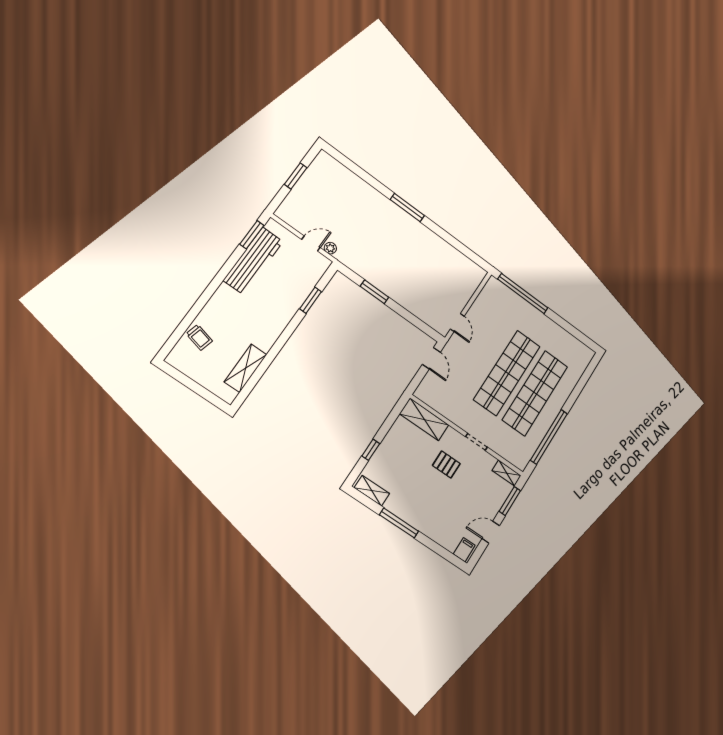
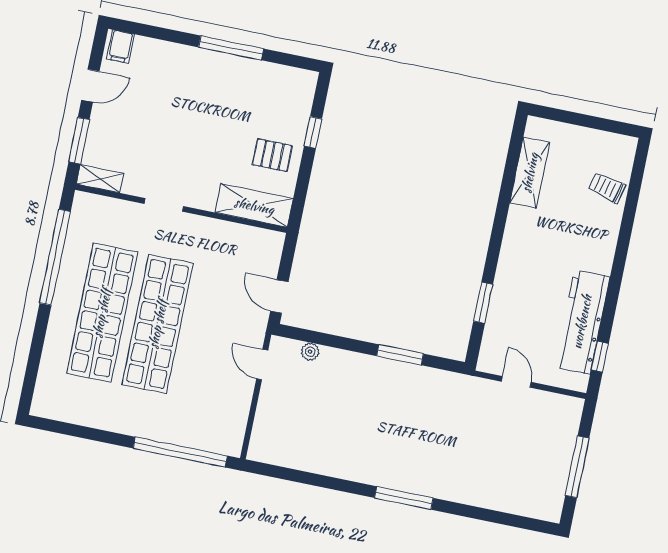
window: (296, 176) -> (577, 467), width x1.44
window: (252, 235) -> (600, 357), width x0.67
door: (311, 244) -> (516, 382), swing flipped
plant: (330, 248) -> (310, 352), moved
pallet: (446, 465) -> (272, 155), moved
shelving: (372, 491) -> (288, 77), removed

